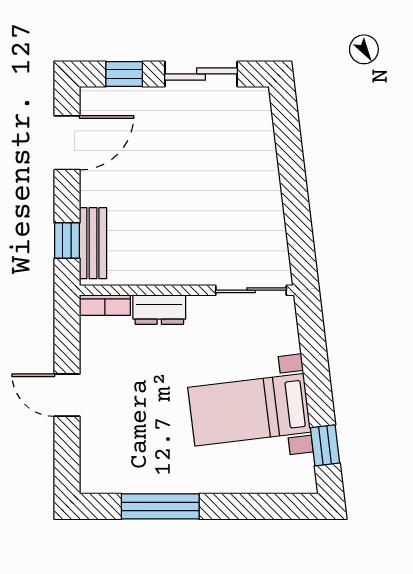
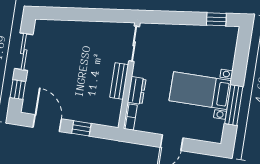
window: (67, 240) -> (81, 128), moved
bench: (93, 243) -> (119, 81), moved, turned 90
bed with nightstands: (249, 410) -> (200, 91), moved, turned 97

